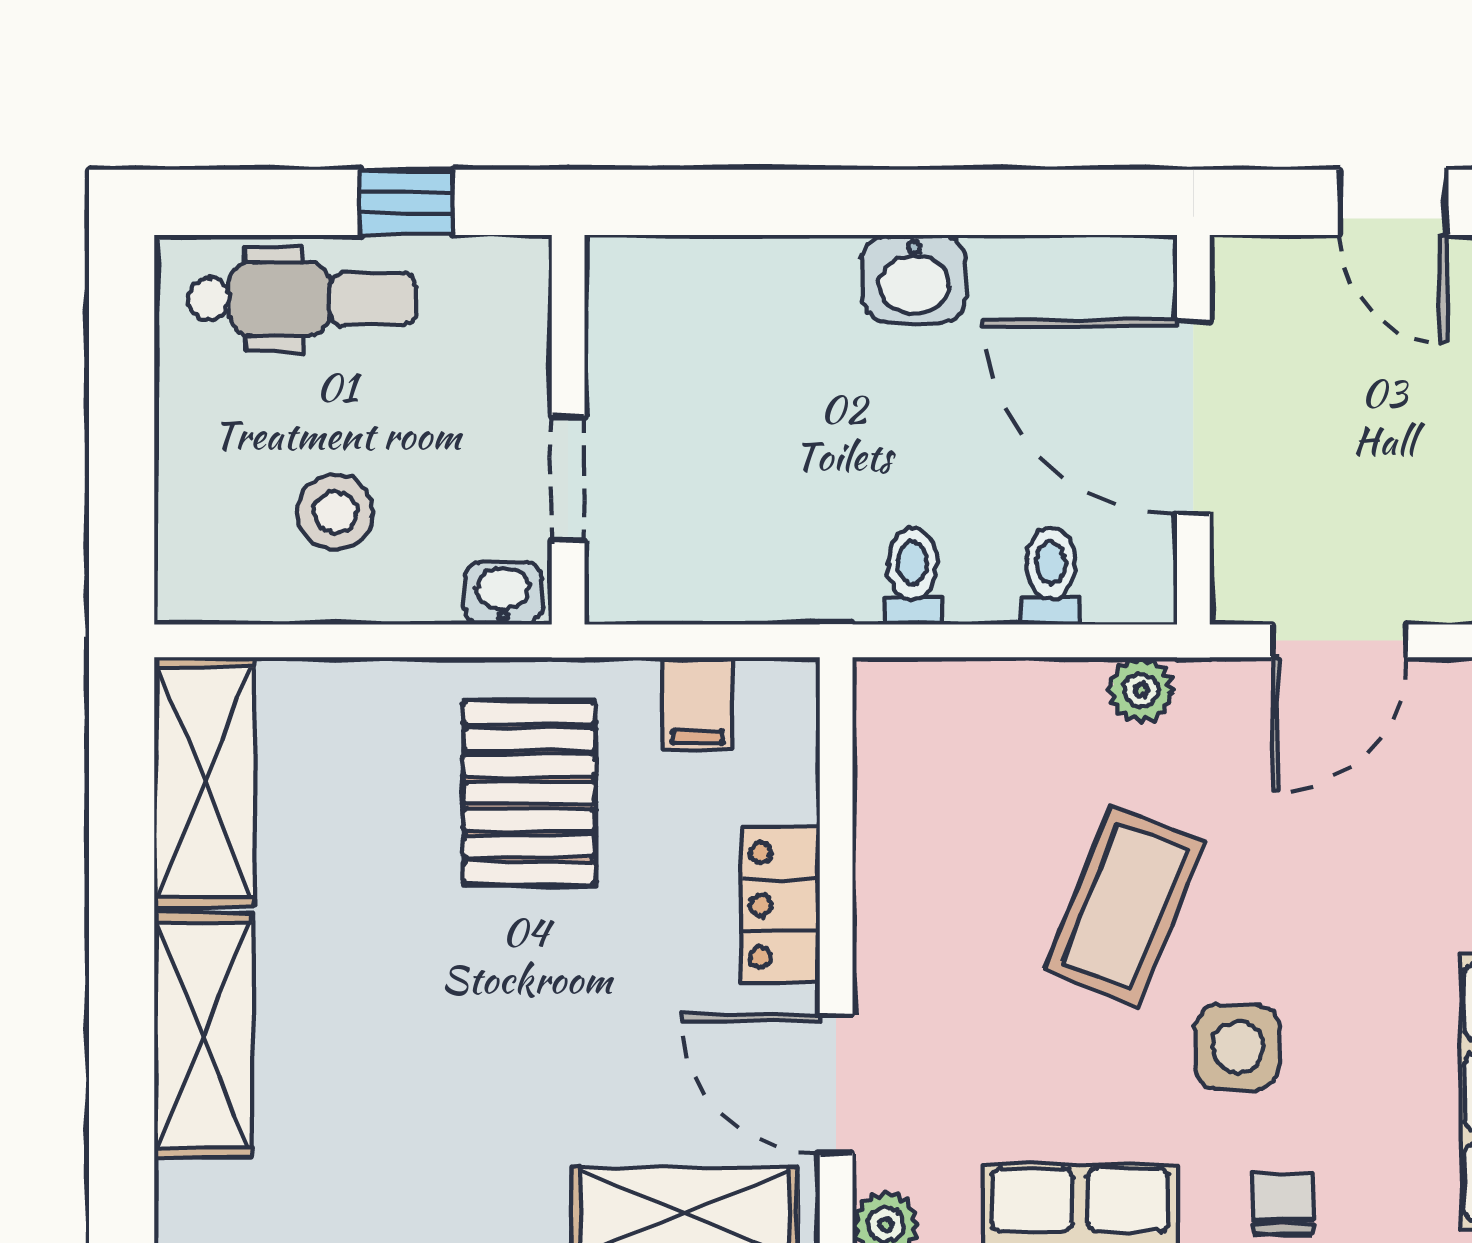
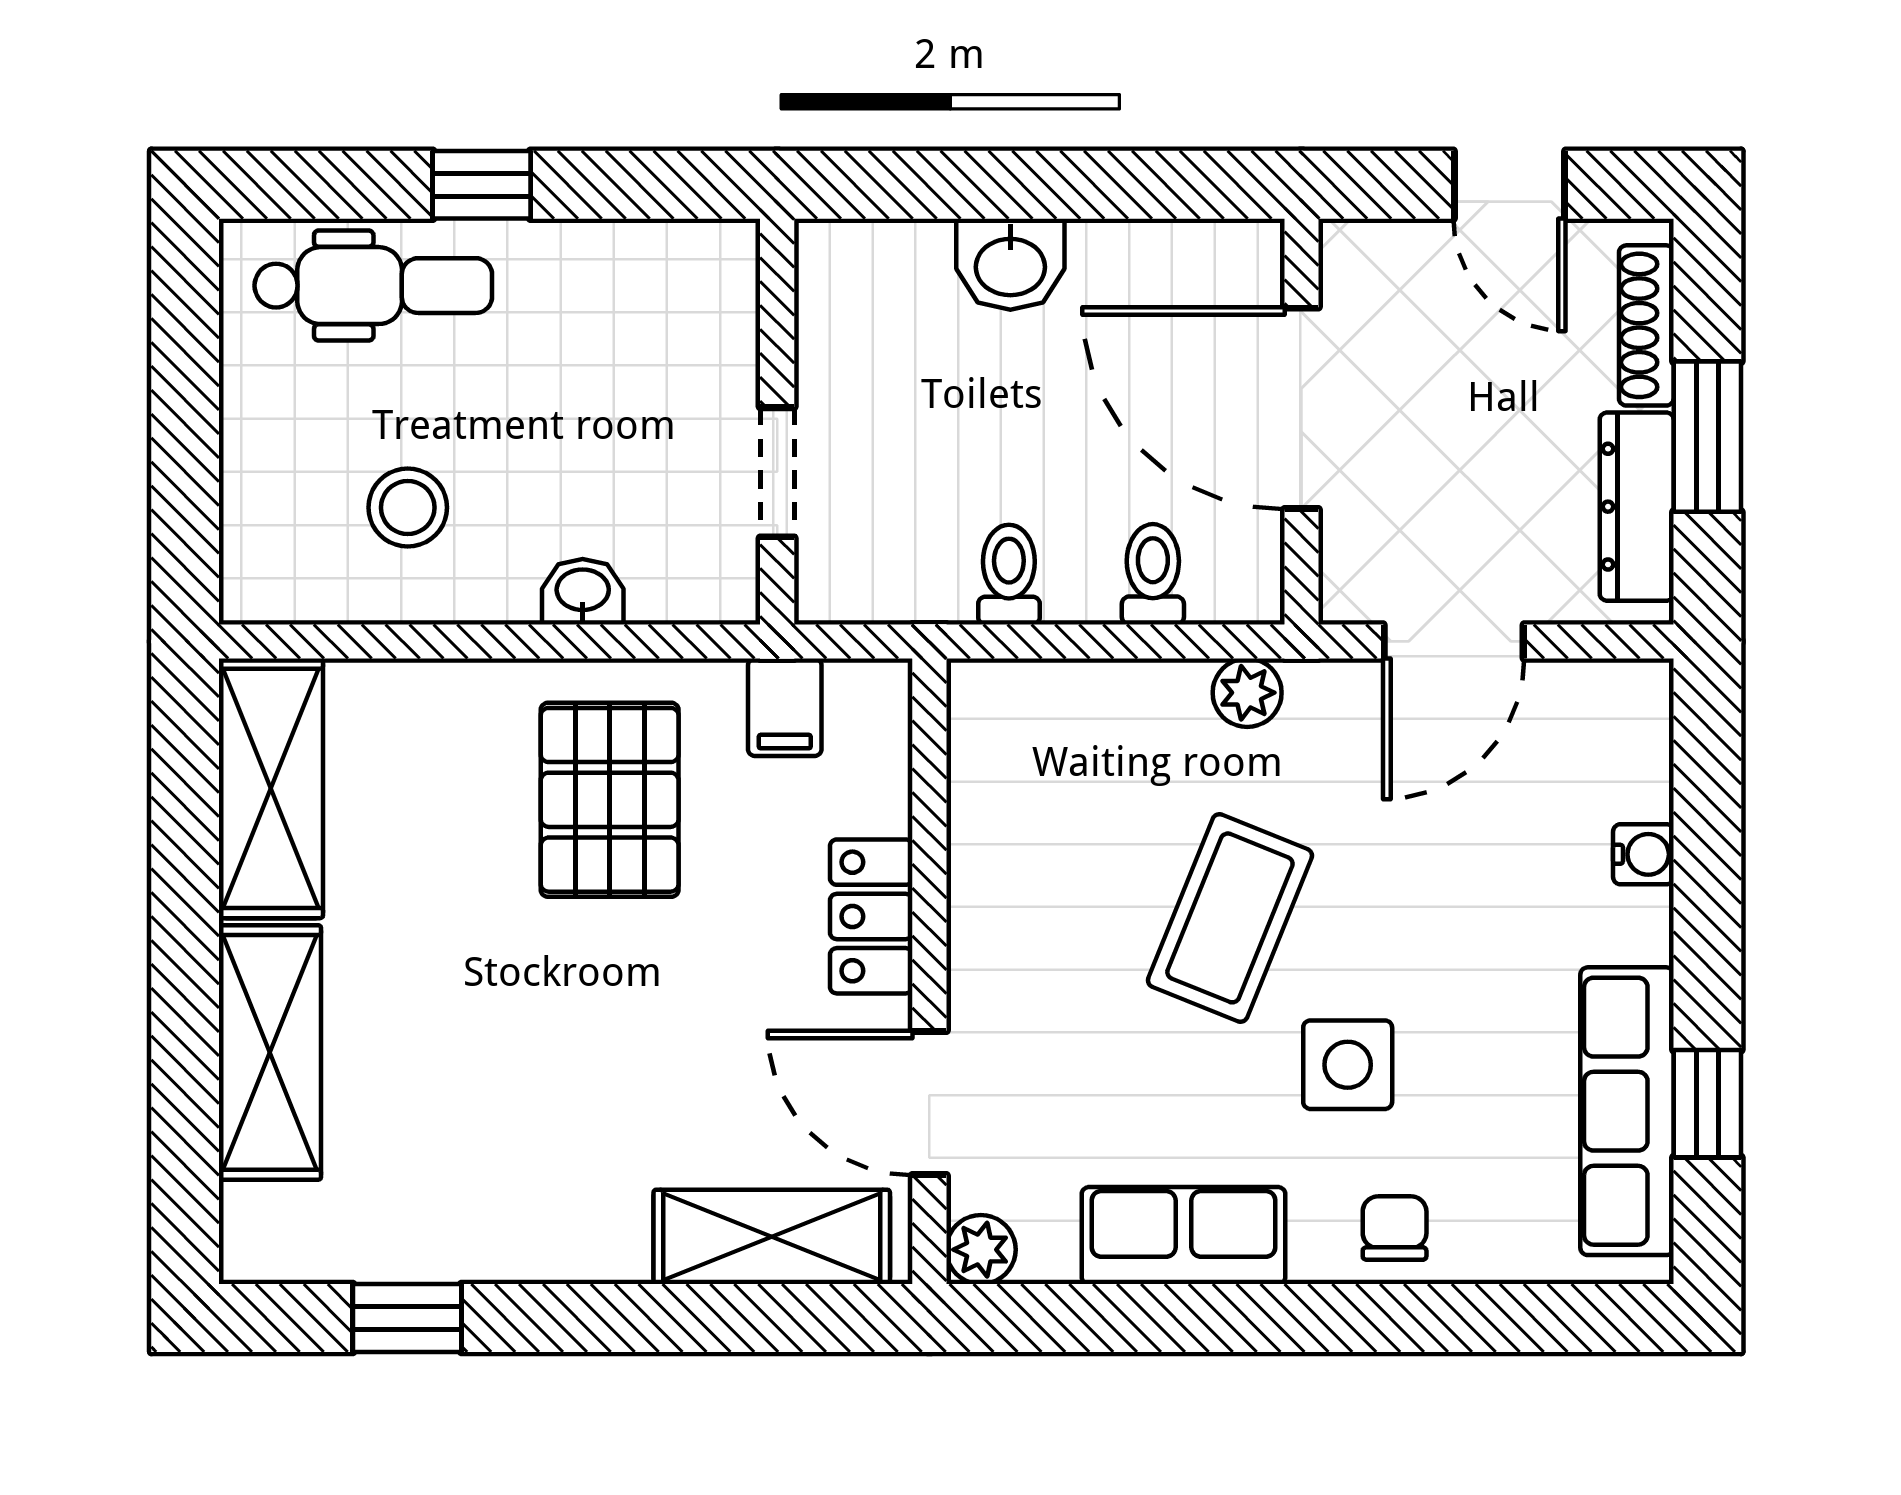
wall: (568, 430) -> (777, 422), moved
doorway: (568, 478) -> (777, 472), moved

